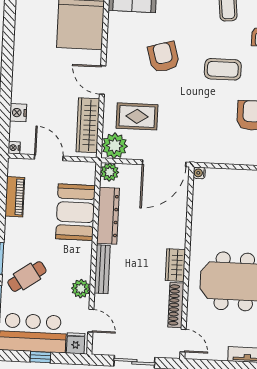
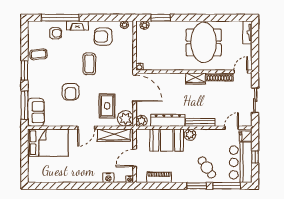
armchair: (164, 57) -> (71, 92), turned -74
coffee table: (223, 69) -> (89, 64), moved
plant: (81, 289) -> (190, 135), moved

